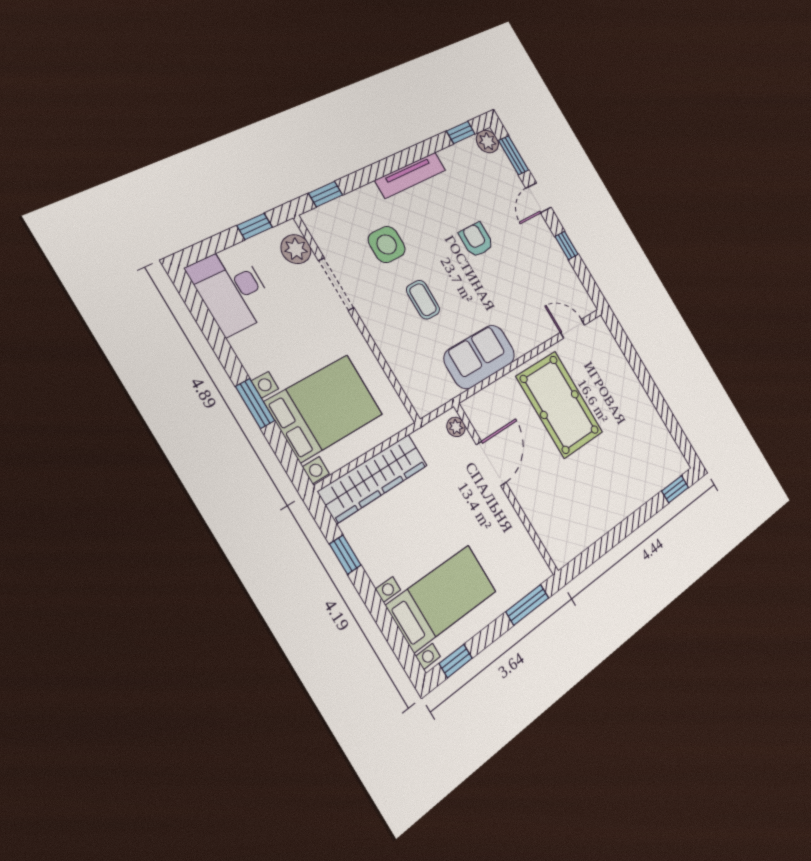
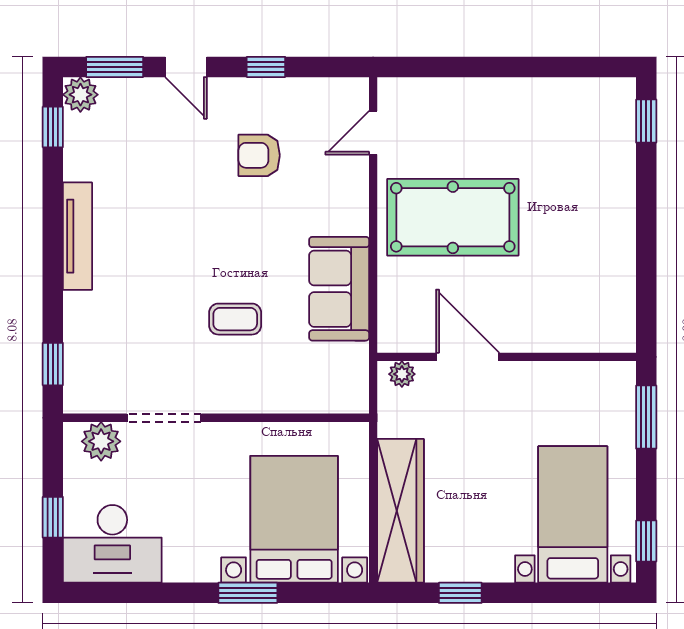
window: (255, 226) -> (53, 517), moved
armchair: (476, 240) -> (259, 155), moved
side table: (387, 244) -> (148, 324), removed

